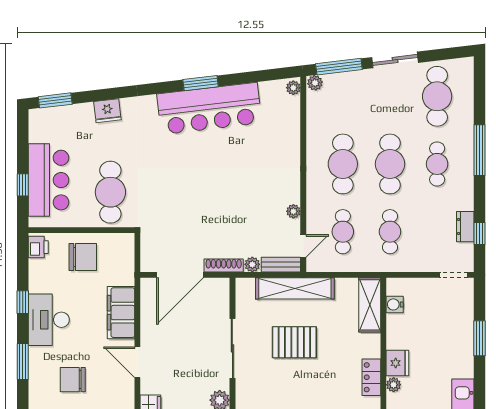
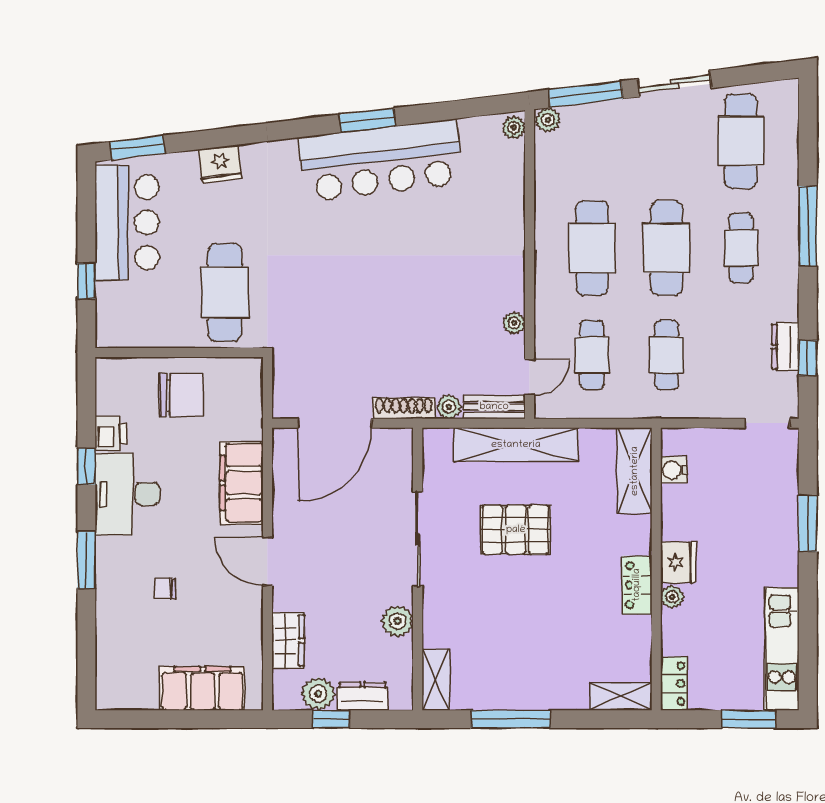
bar counter: (49, 180) -> (127, 222), moved
printer: (38, 247) -> (111, 434), moved
chair: (73, 380) -> (165, 589), width x0.54, depth x0.54

